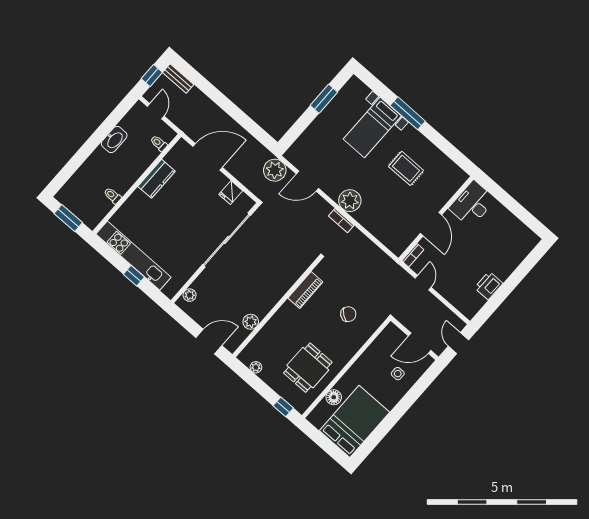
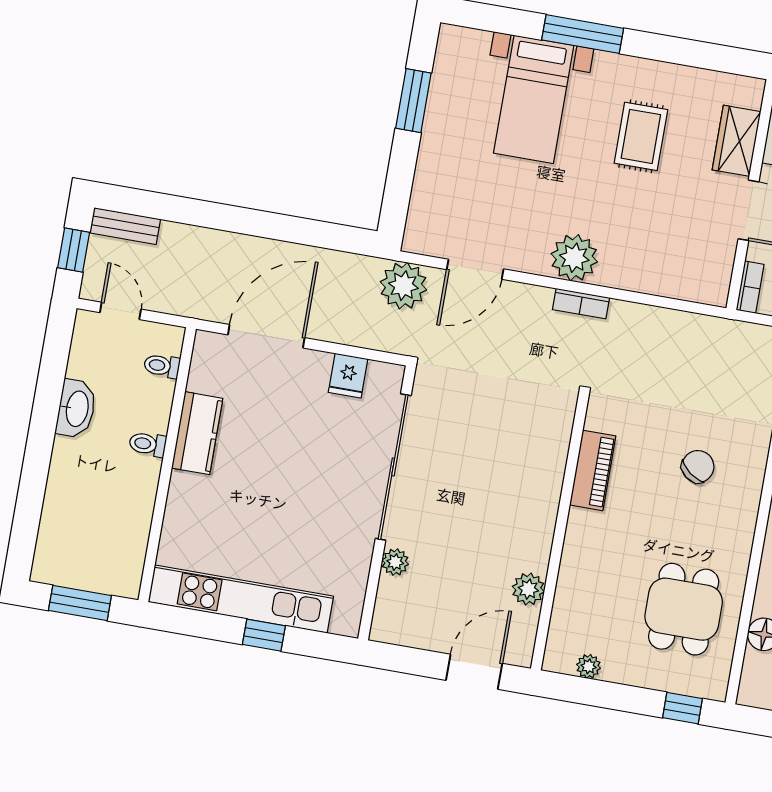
rug: (406, 168) -> (641, 136), turned 90
wardrobe: (443, 193) -> (736, 141), added
toilet: (112, 196) -> (148, 444), moved
plant: (190, 295) -> (395, 562), moved

